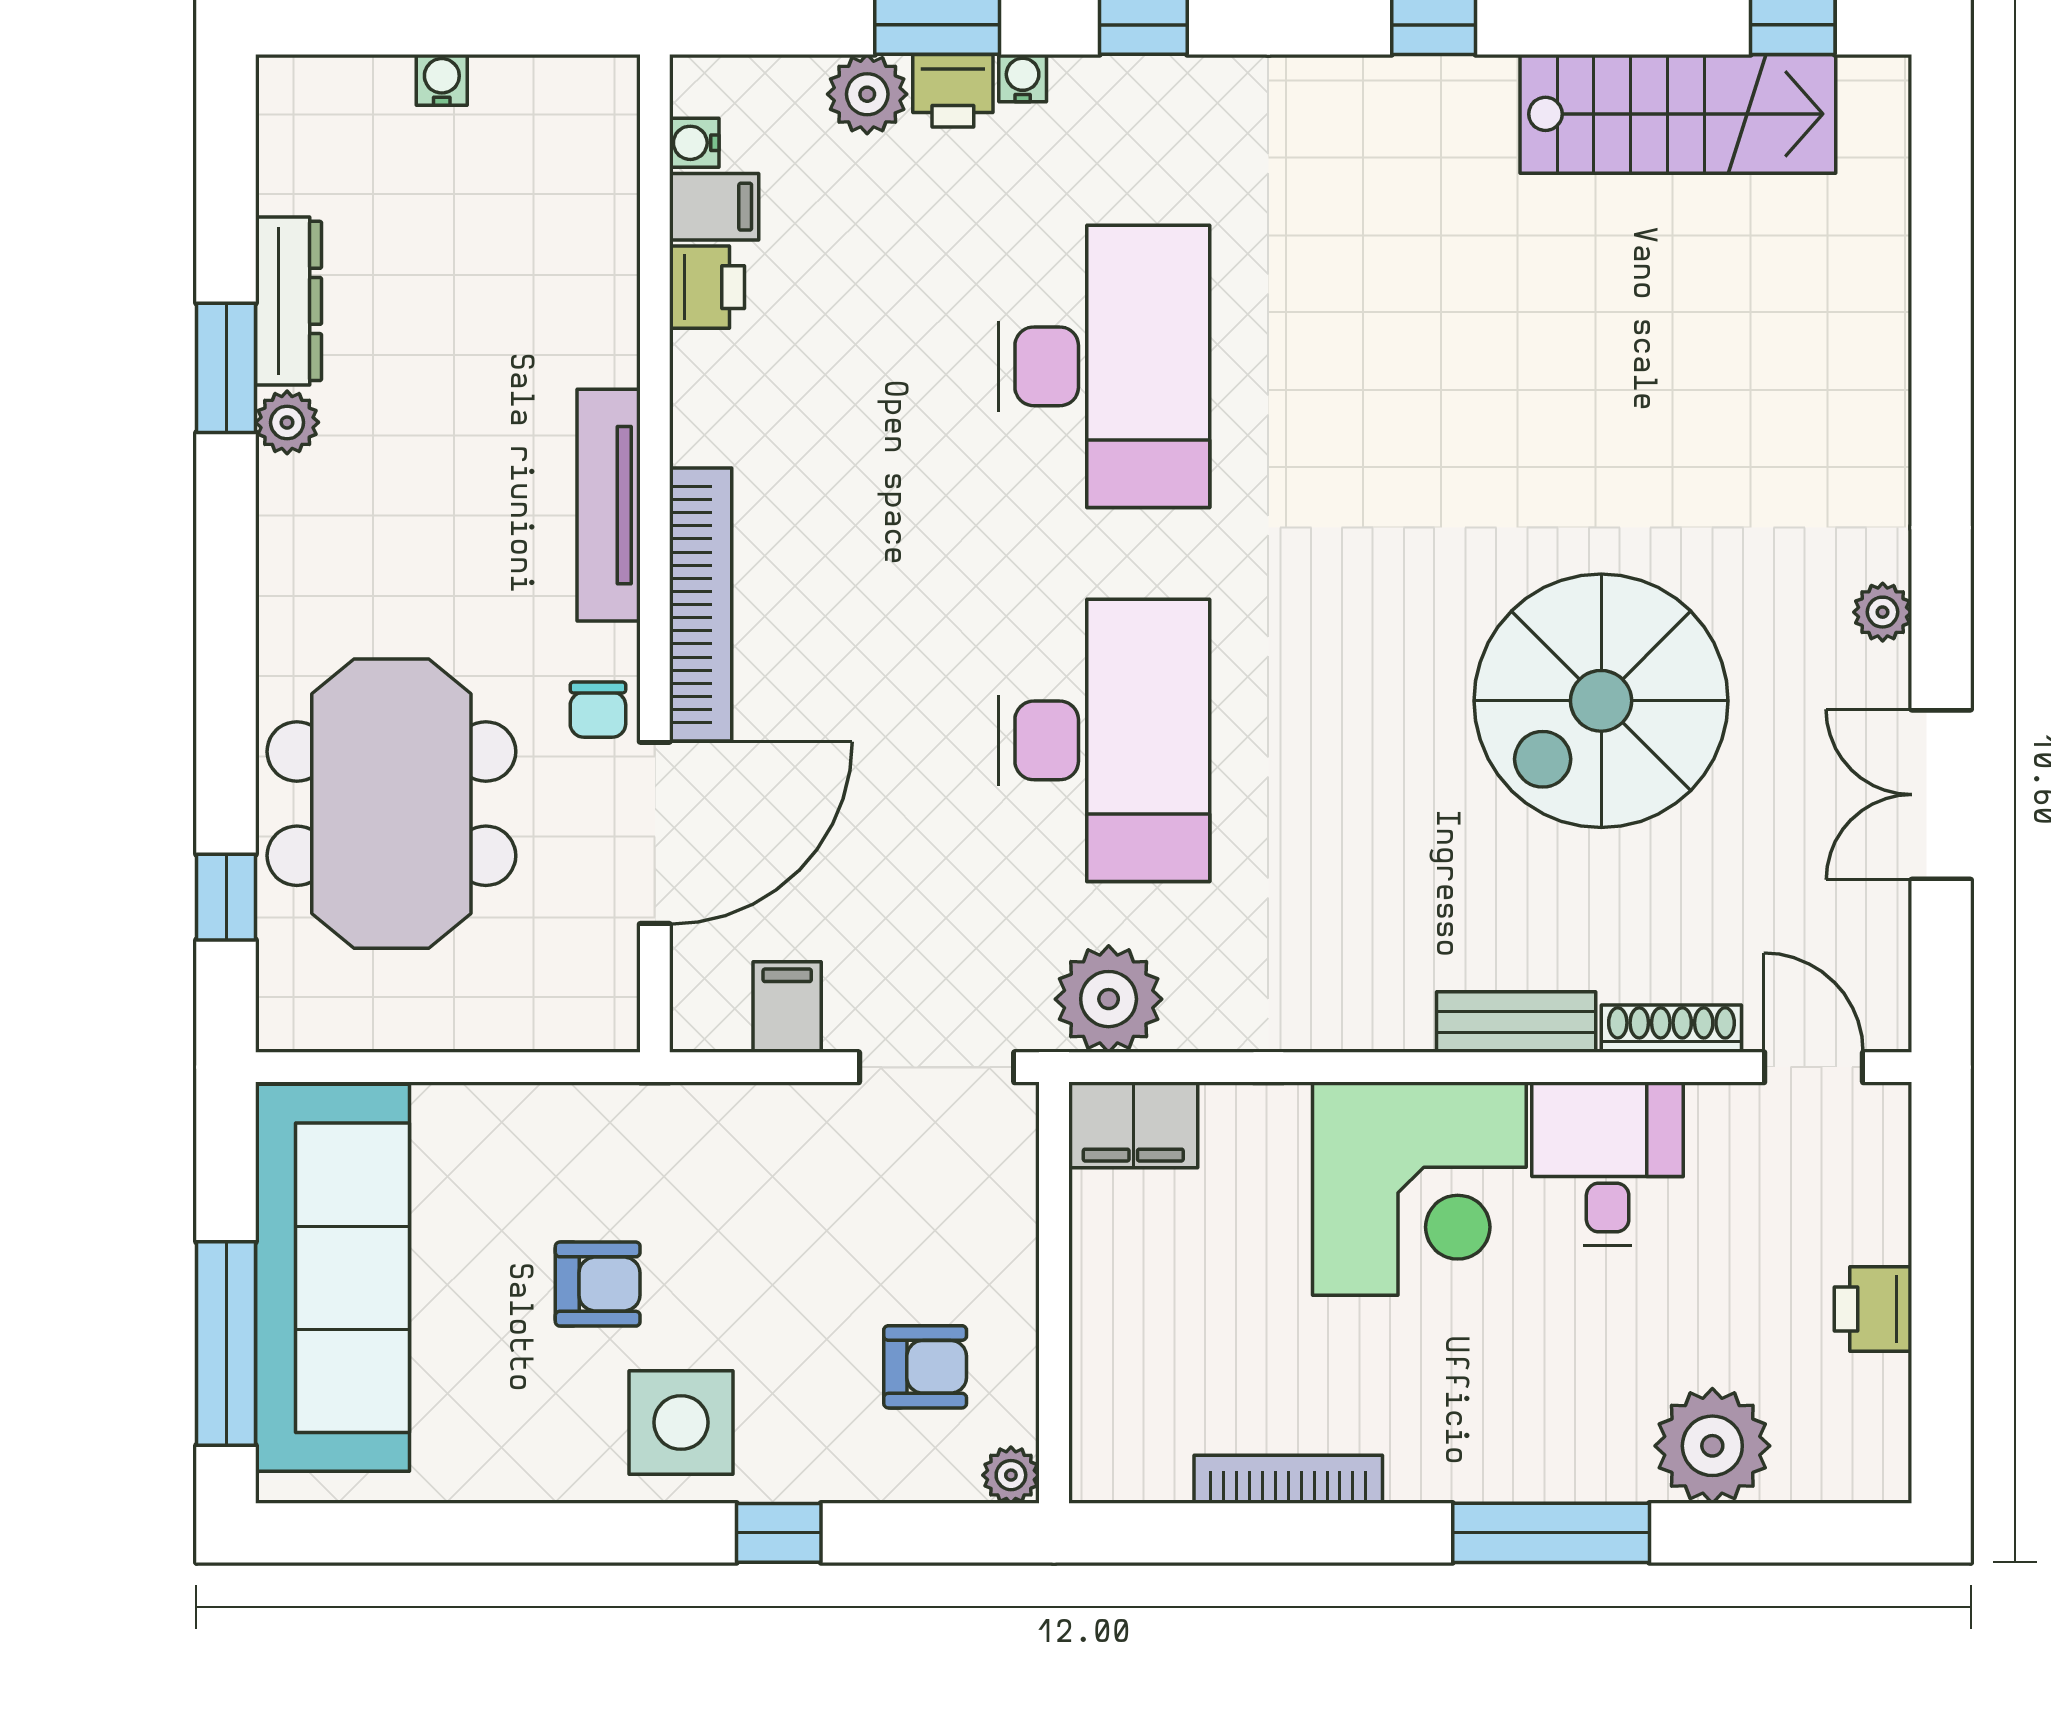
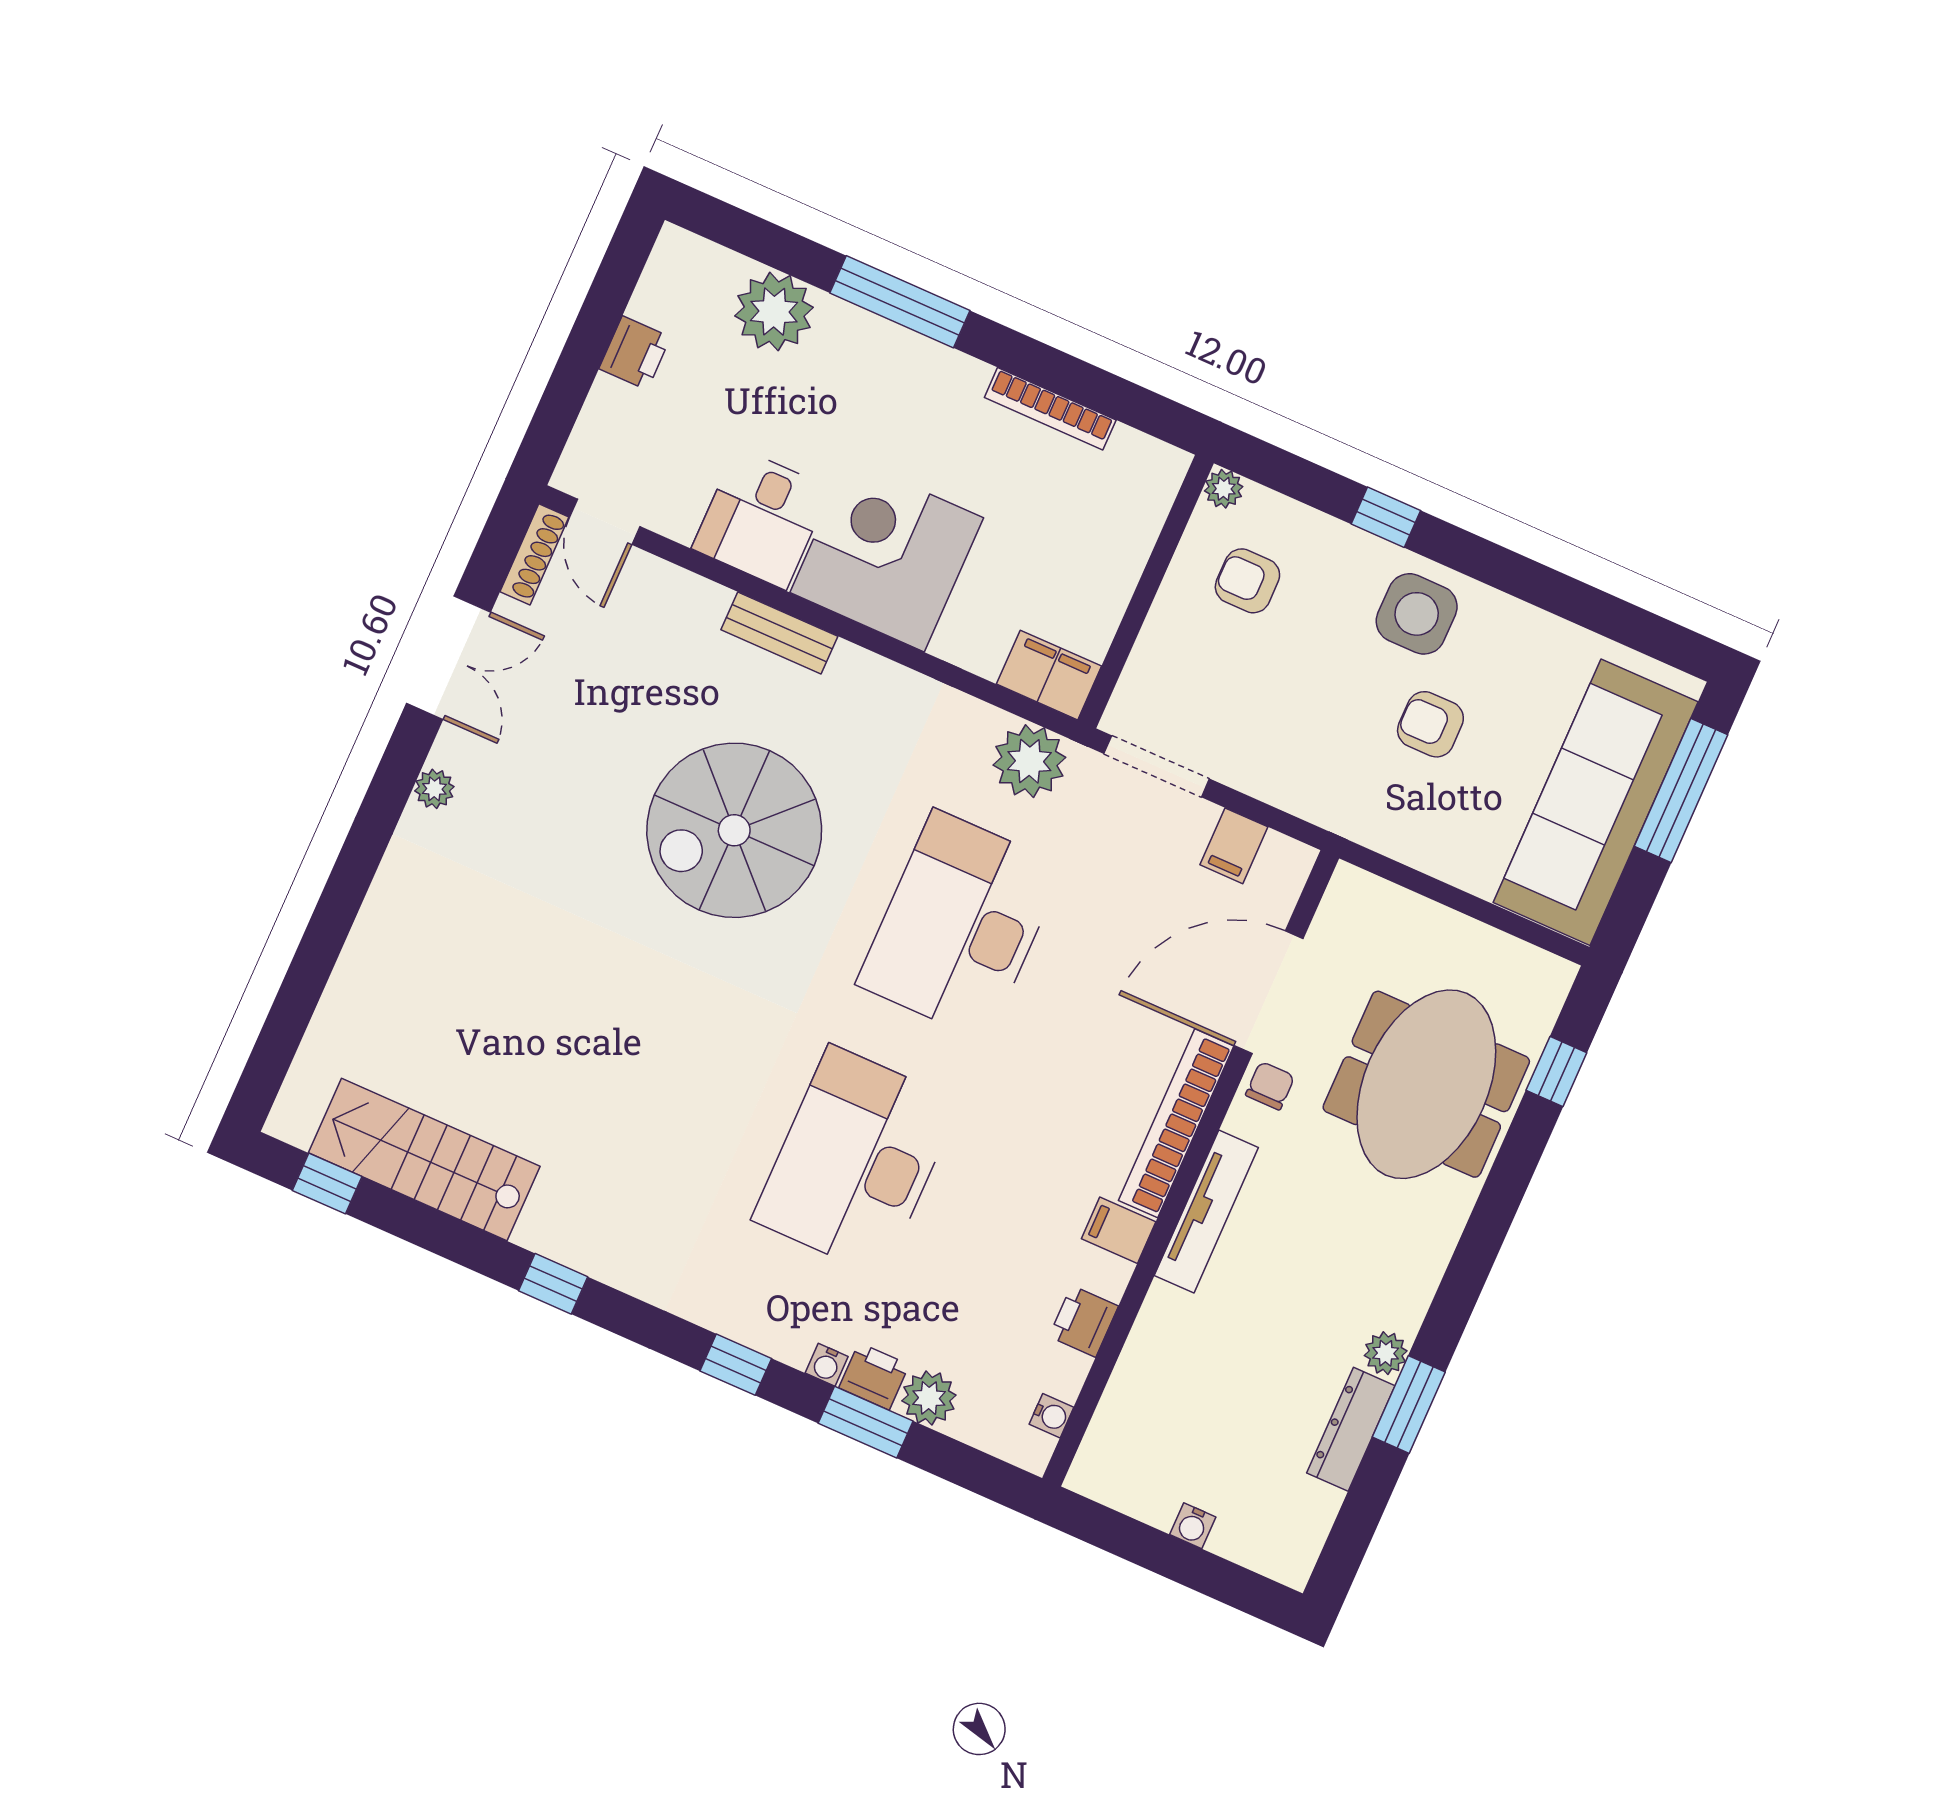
filing cabinet: (714, 207) -> (1119, 1230), moved
spiral stairs: (1601, 701) -> (734, 830), moved, turned 180
shoe rack: (1671, 1029) -> (534, 554), moved, turned -90

